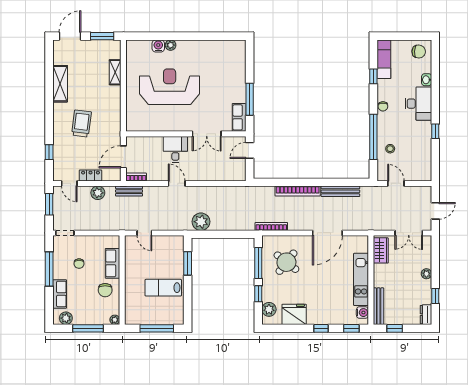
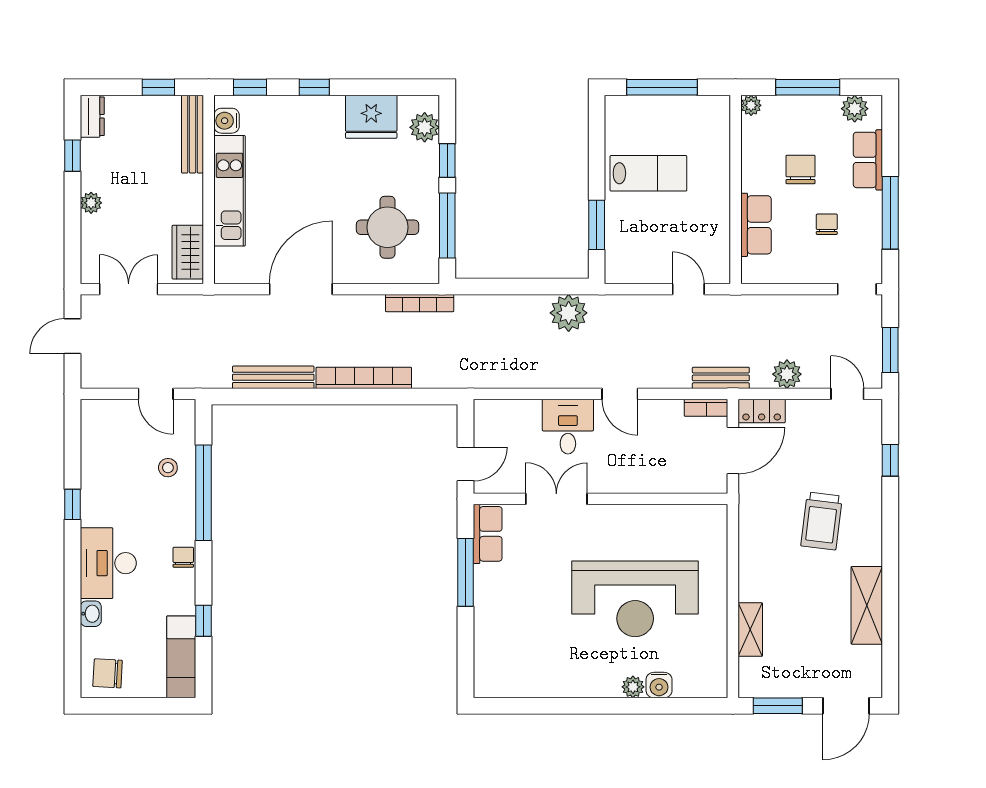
desk: (175, 149) -> (568, 427), moved, turned 180
locker: (91, 175) -> (762, 411), moved
round table: (286, 262) -> (388, 227), turned -38
chair: (105, 290) -> (800, 169), moved

